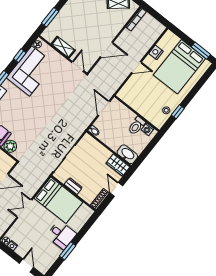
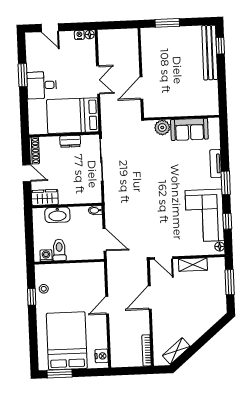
nightstand: (156, 52) -> (102, 356), moved
washbasin: (127, 154) -> (57, 215), moved

